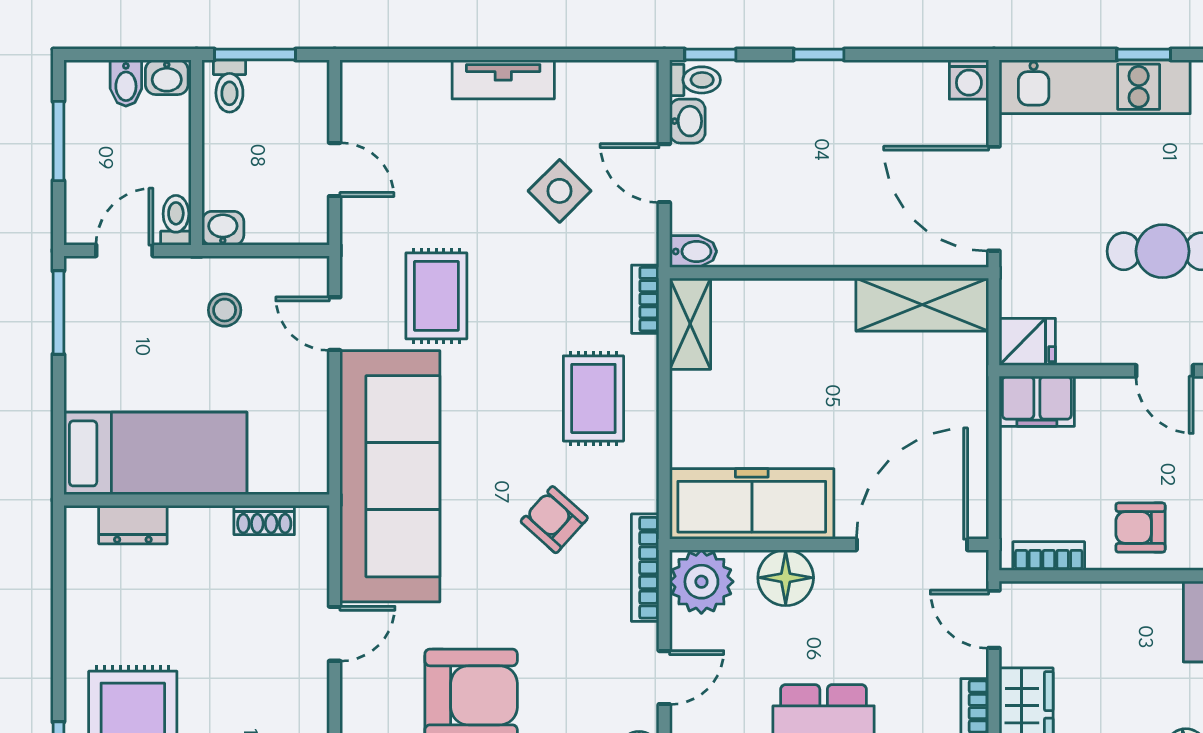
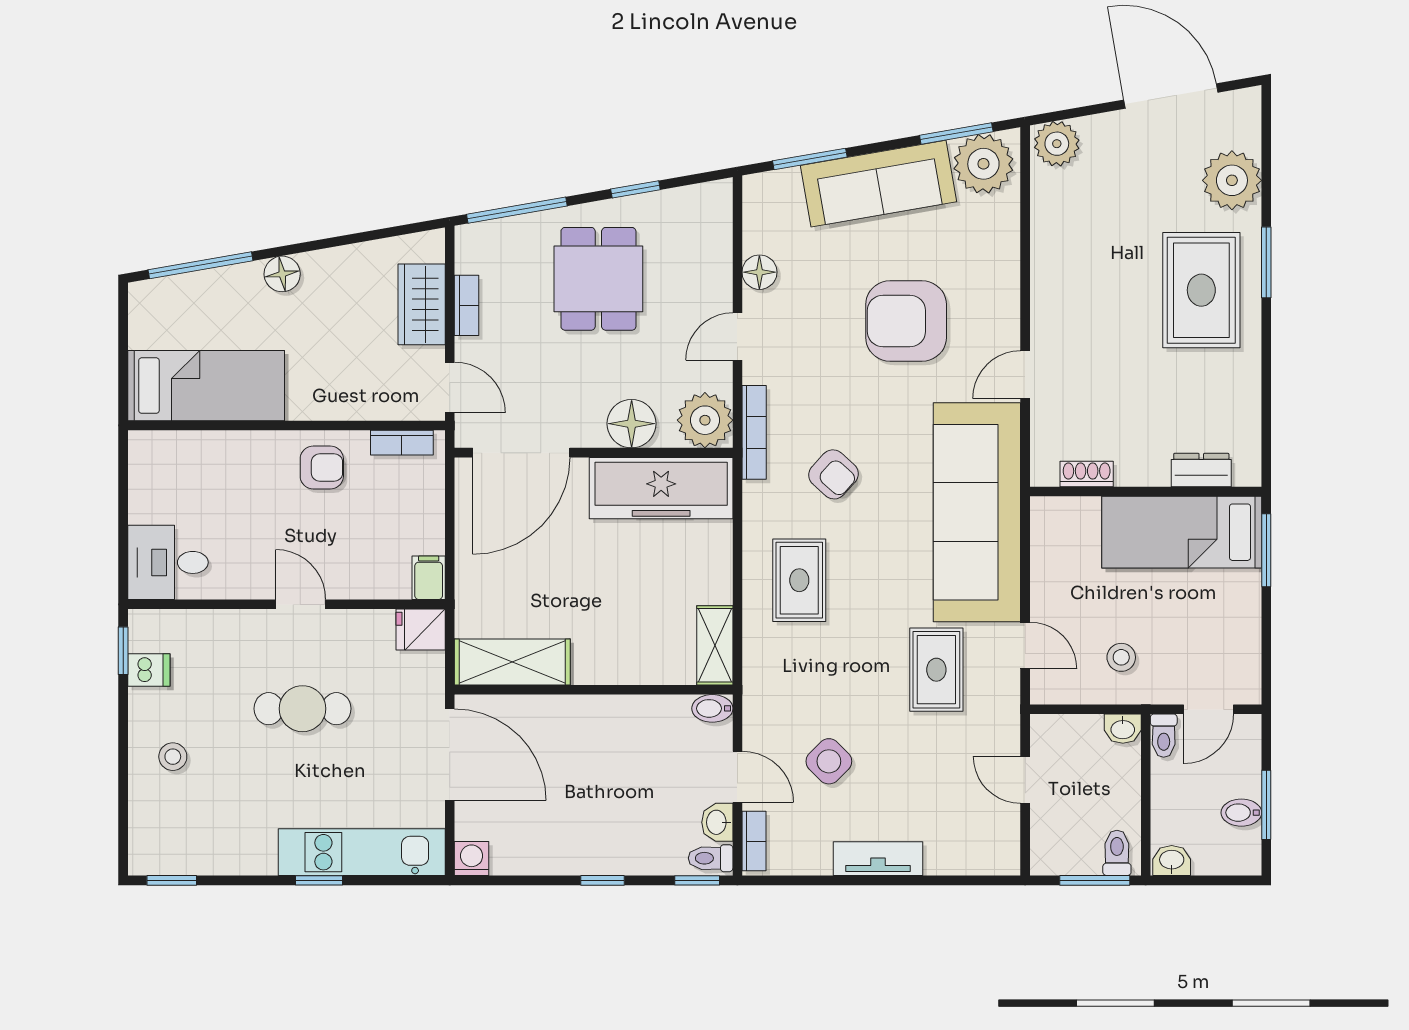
bidet: (126, 83) -> (1241, 813), moved, turned -90
bookcase: (645, 299) -> (754, 841), moved
window: (58, 313) -> (1266, 550), moved
filing cabinet: (1037, 401) -> (429, 578), width x0.50

